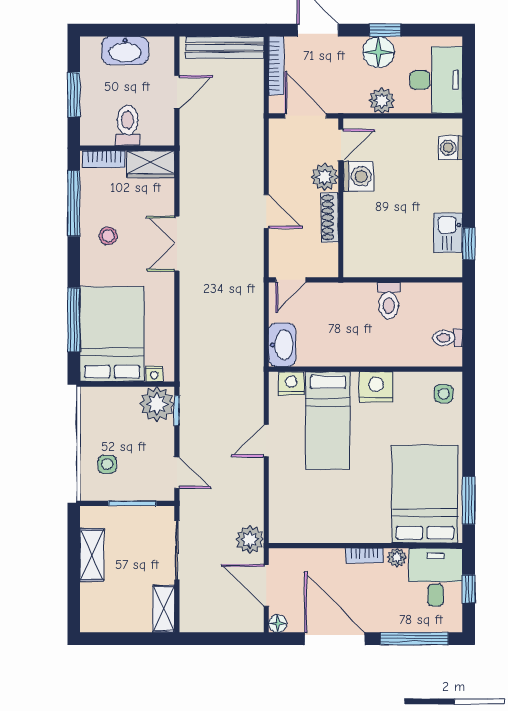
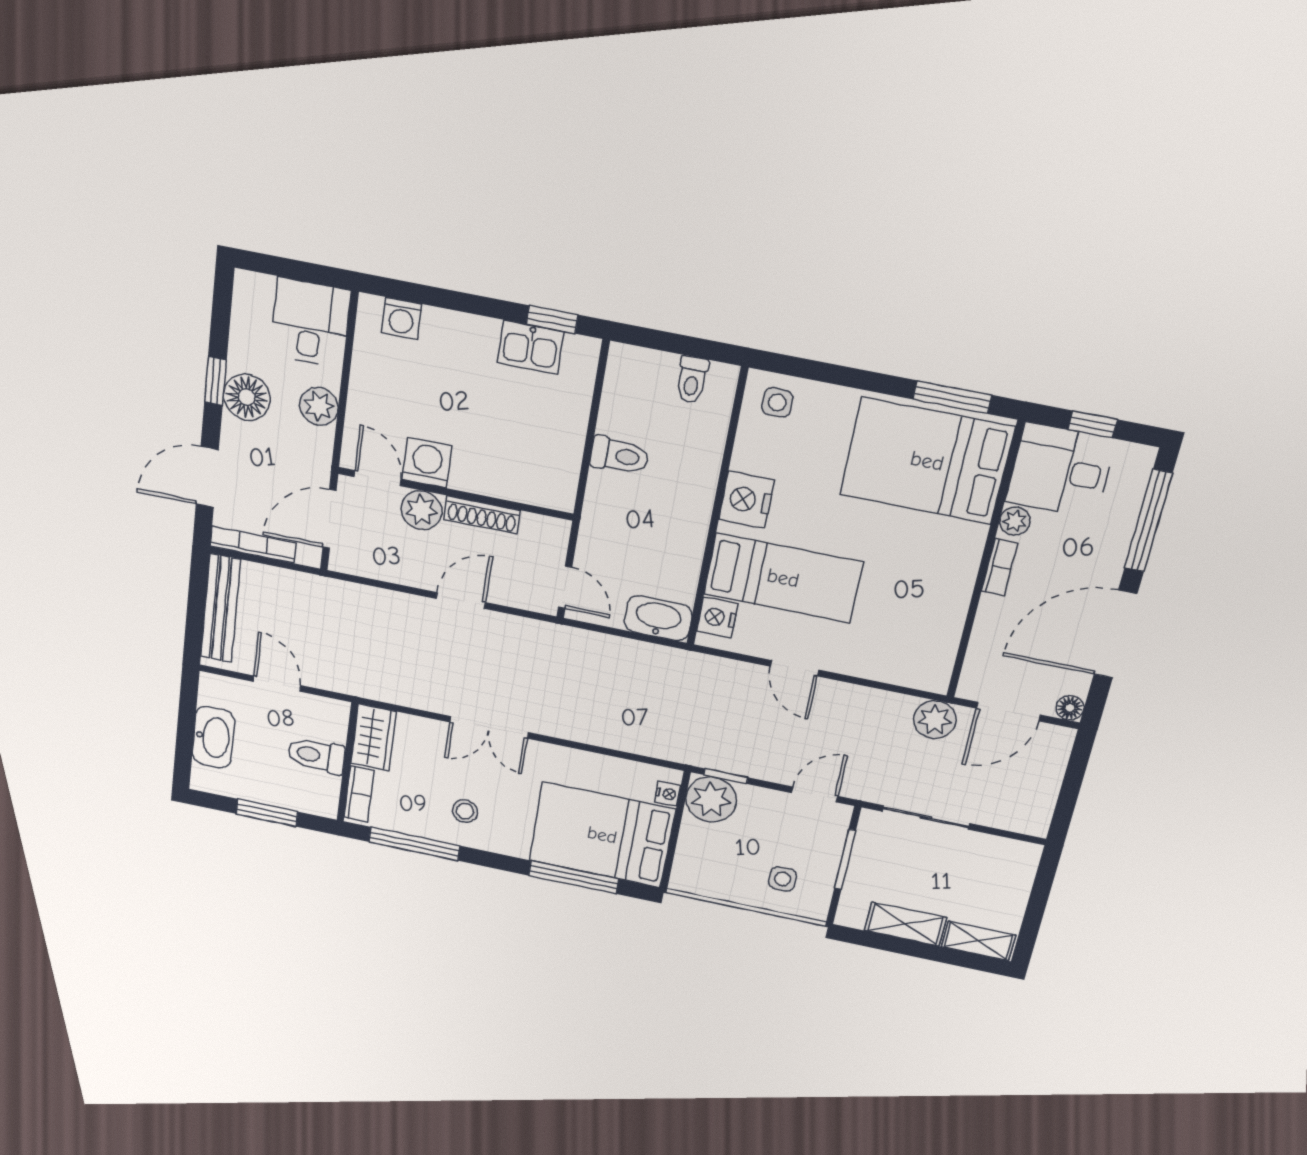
desk: (436, 80) -> (310, 323), width x0.73
shelving: (164, 609) -> (978, 941), moved

